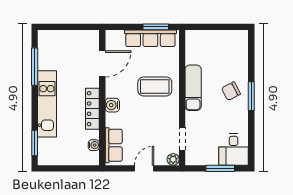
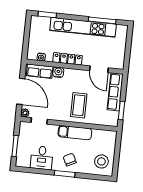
row of seats: (150, 38) -> (115, 92), moved
stool: (229, 47) -> (101, 161), added
kitchen unit: (47, 104) -> (83, 27), width x1.36
water cooler: (112, 105) -> (58, 72), moved
desk: (234, 149) -> (42, 158), moved, turned -90
door: (144, 168) -> (21, 91), width x1.88

